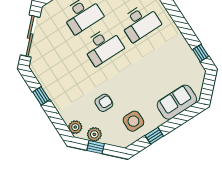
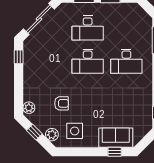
window: (41, 96) -> (19, 57), moved
plant: (94, 134) -> (52, 135), moved
window: (154, 136) -> (115, 152), moved

